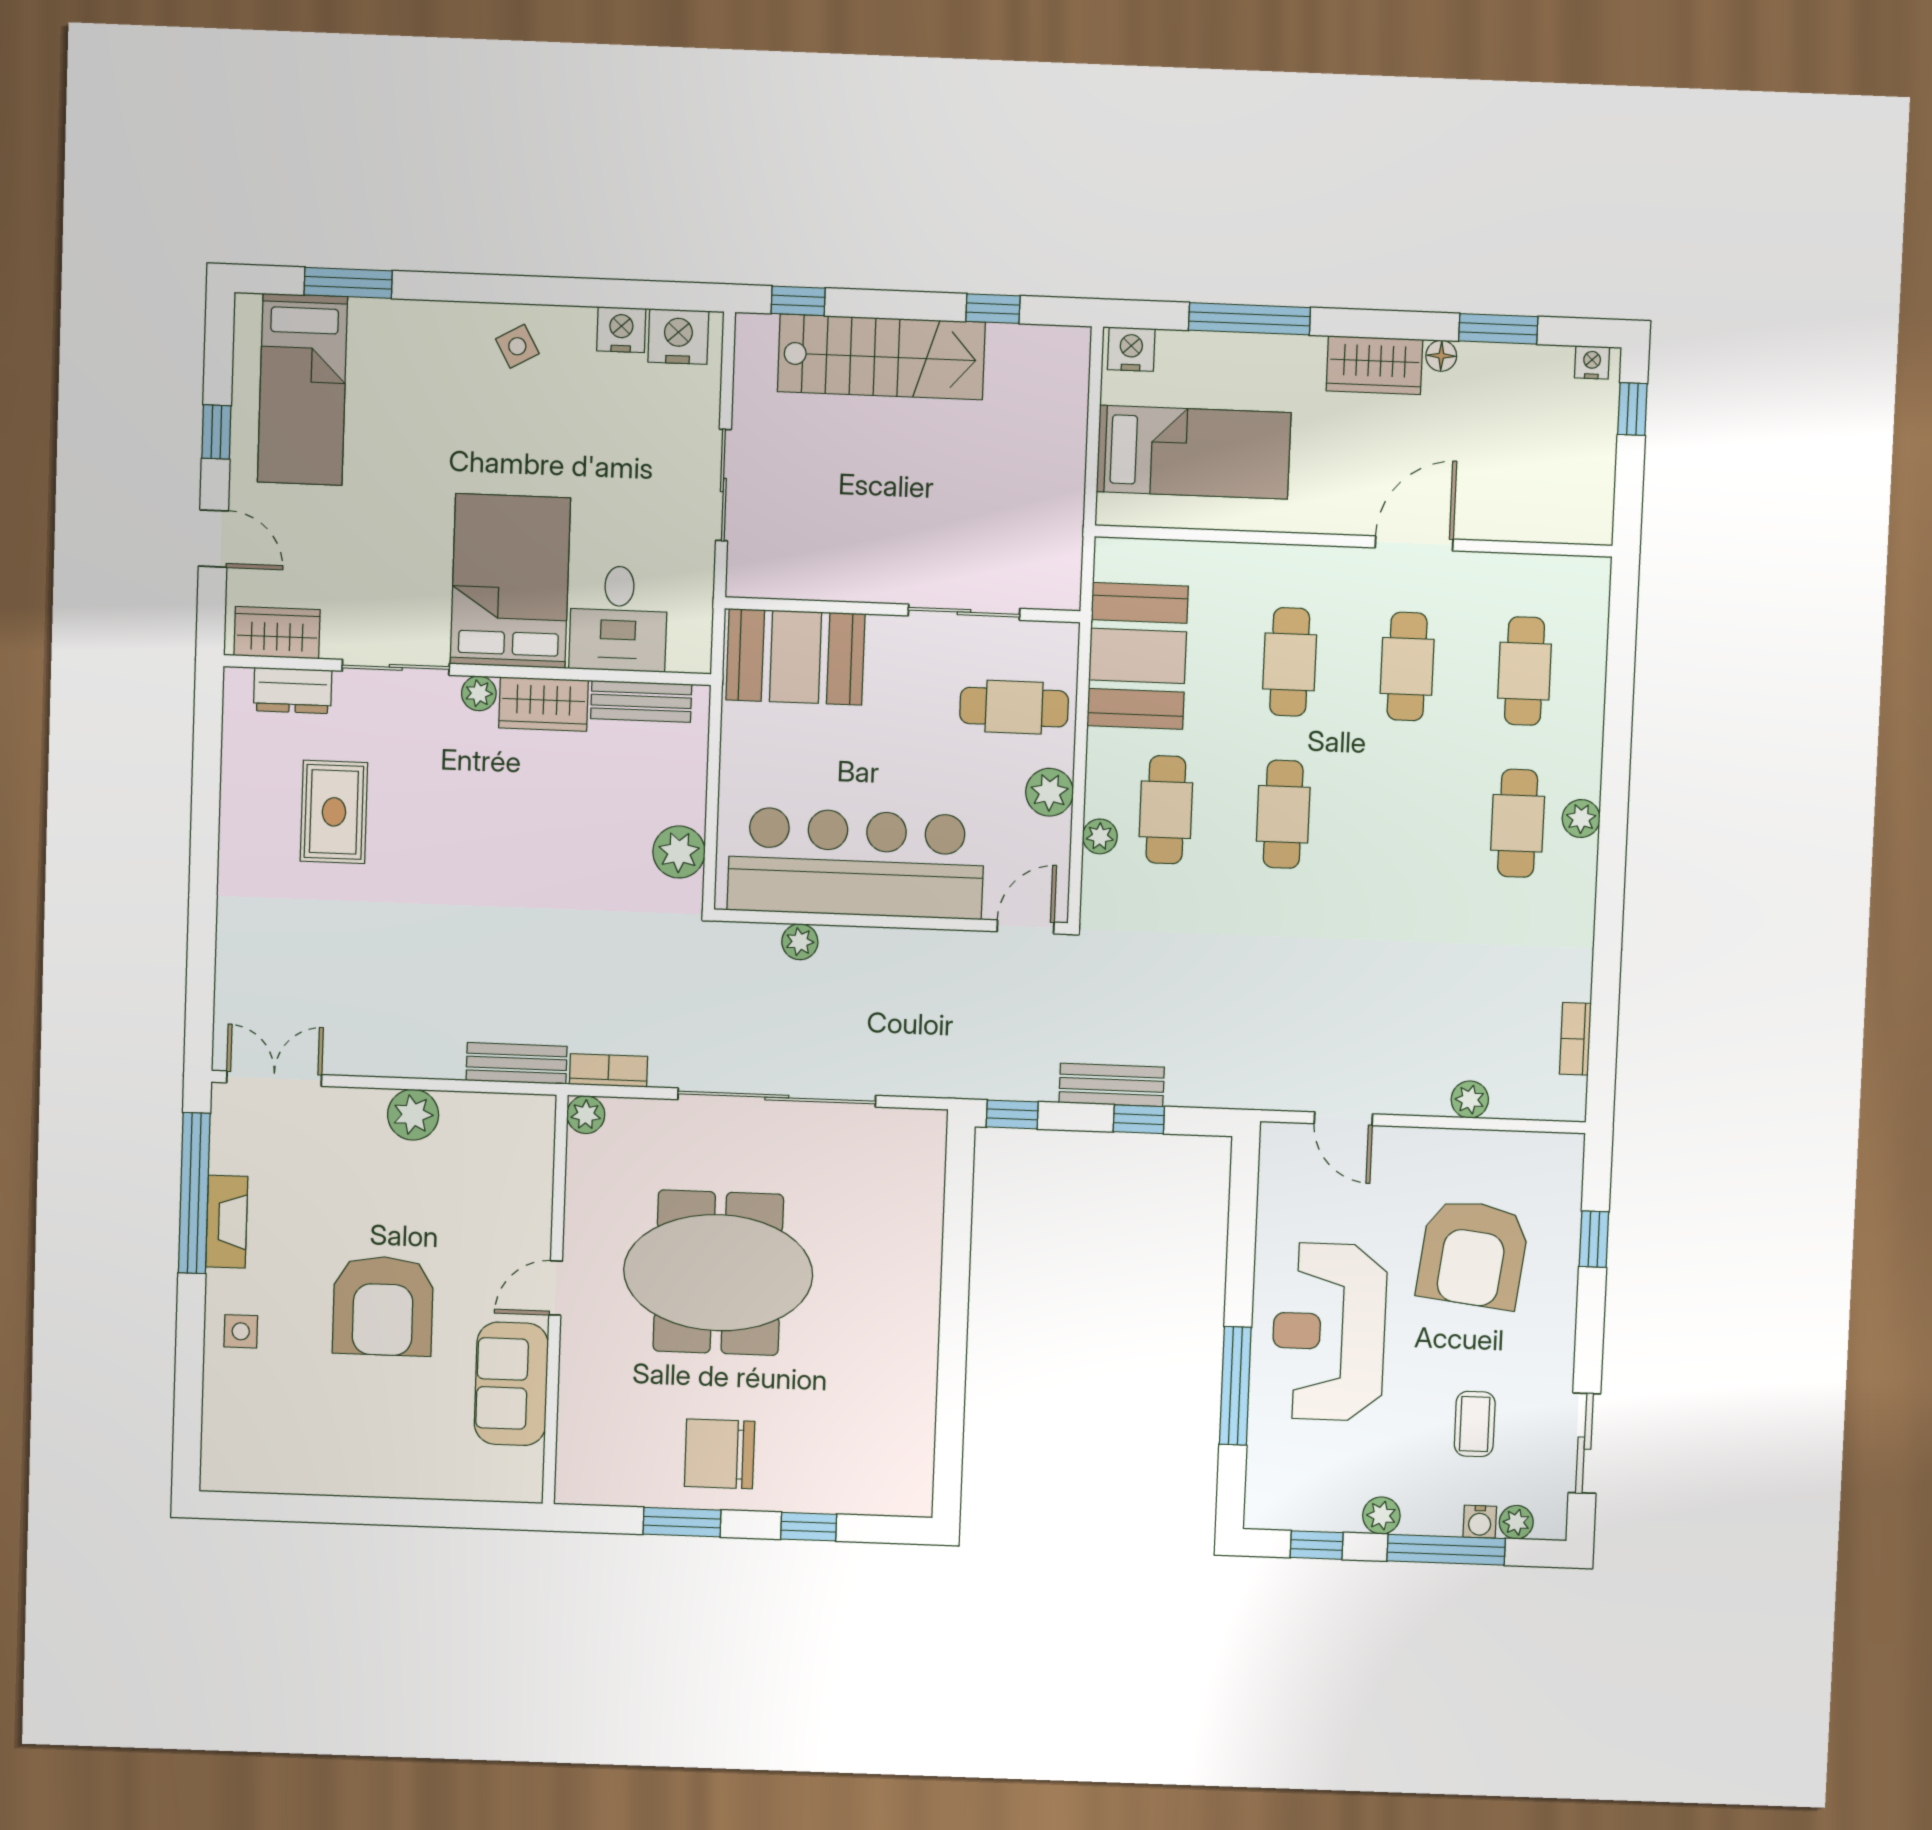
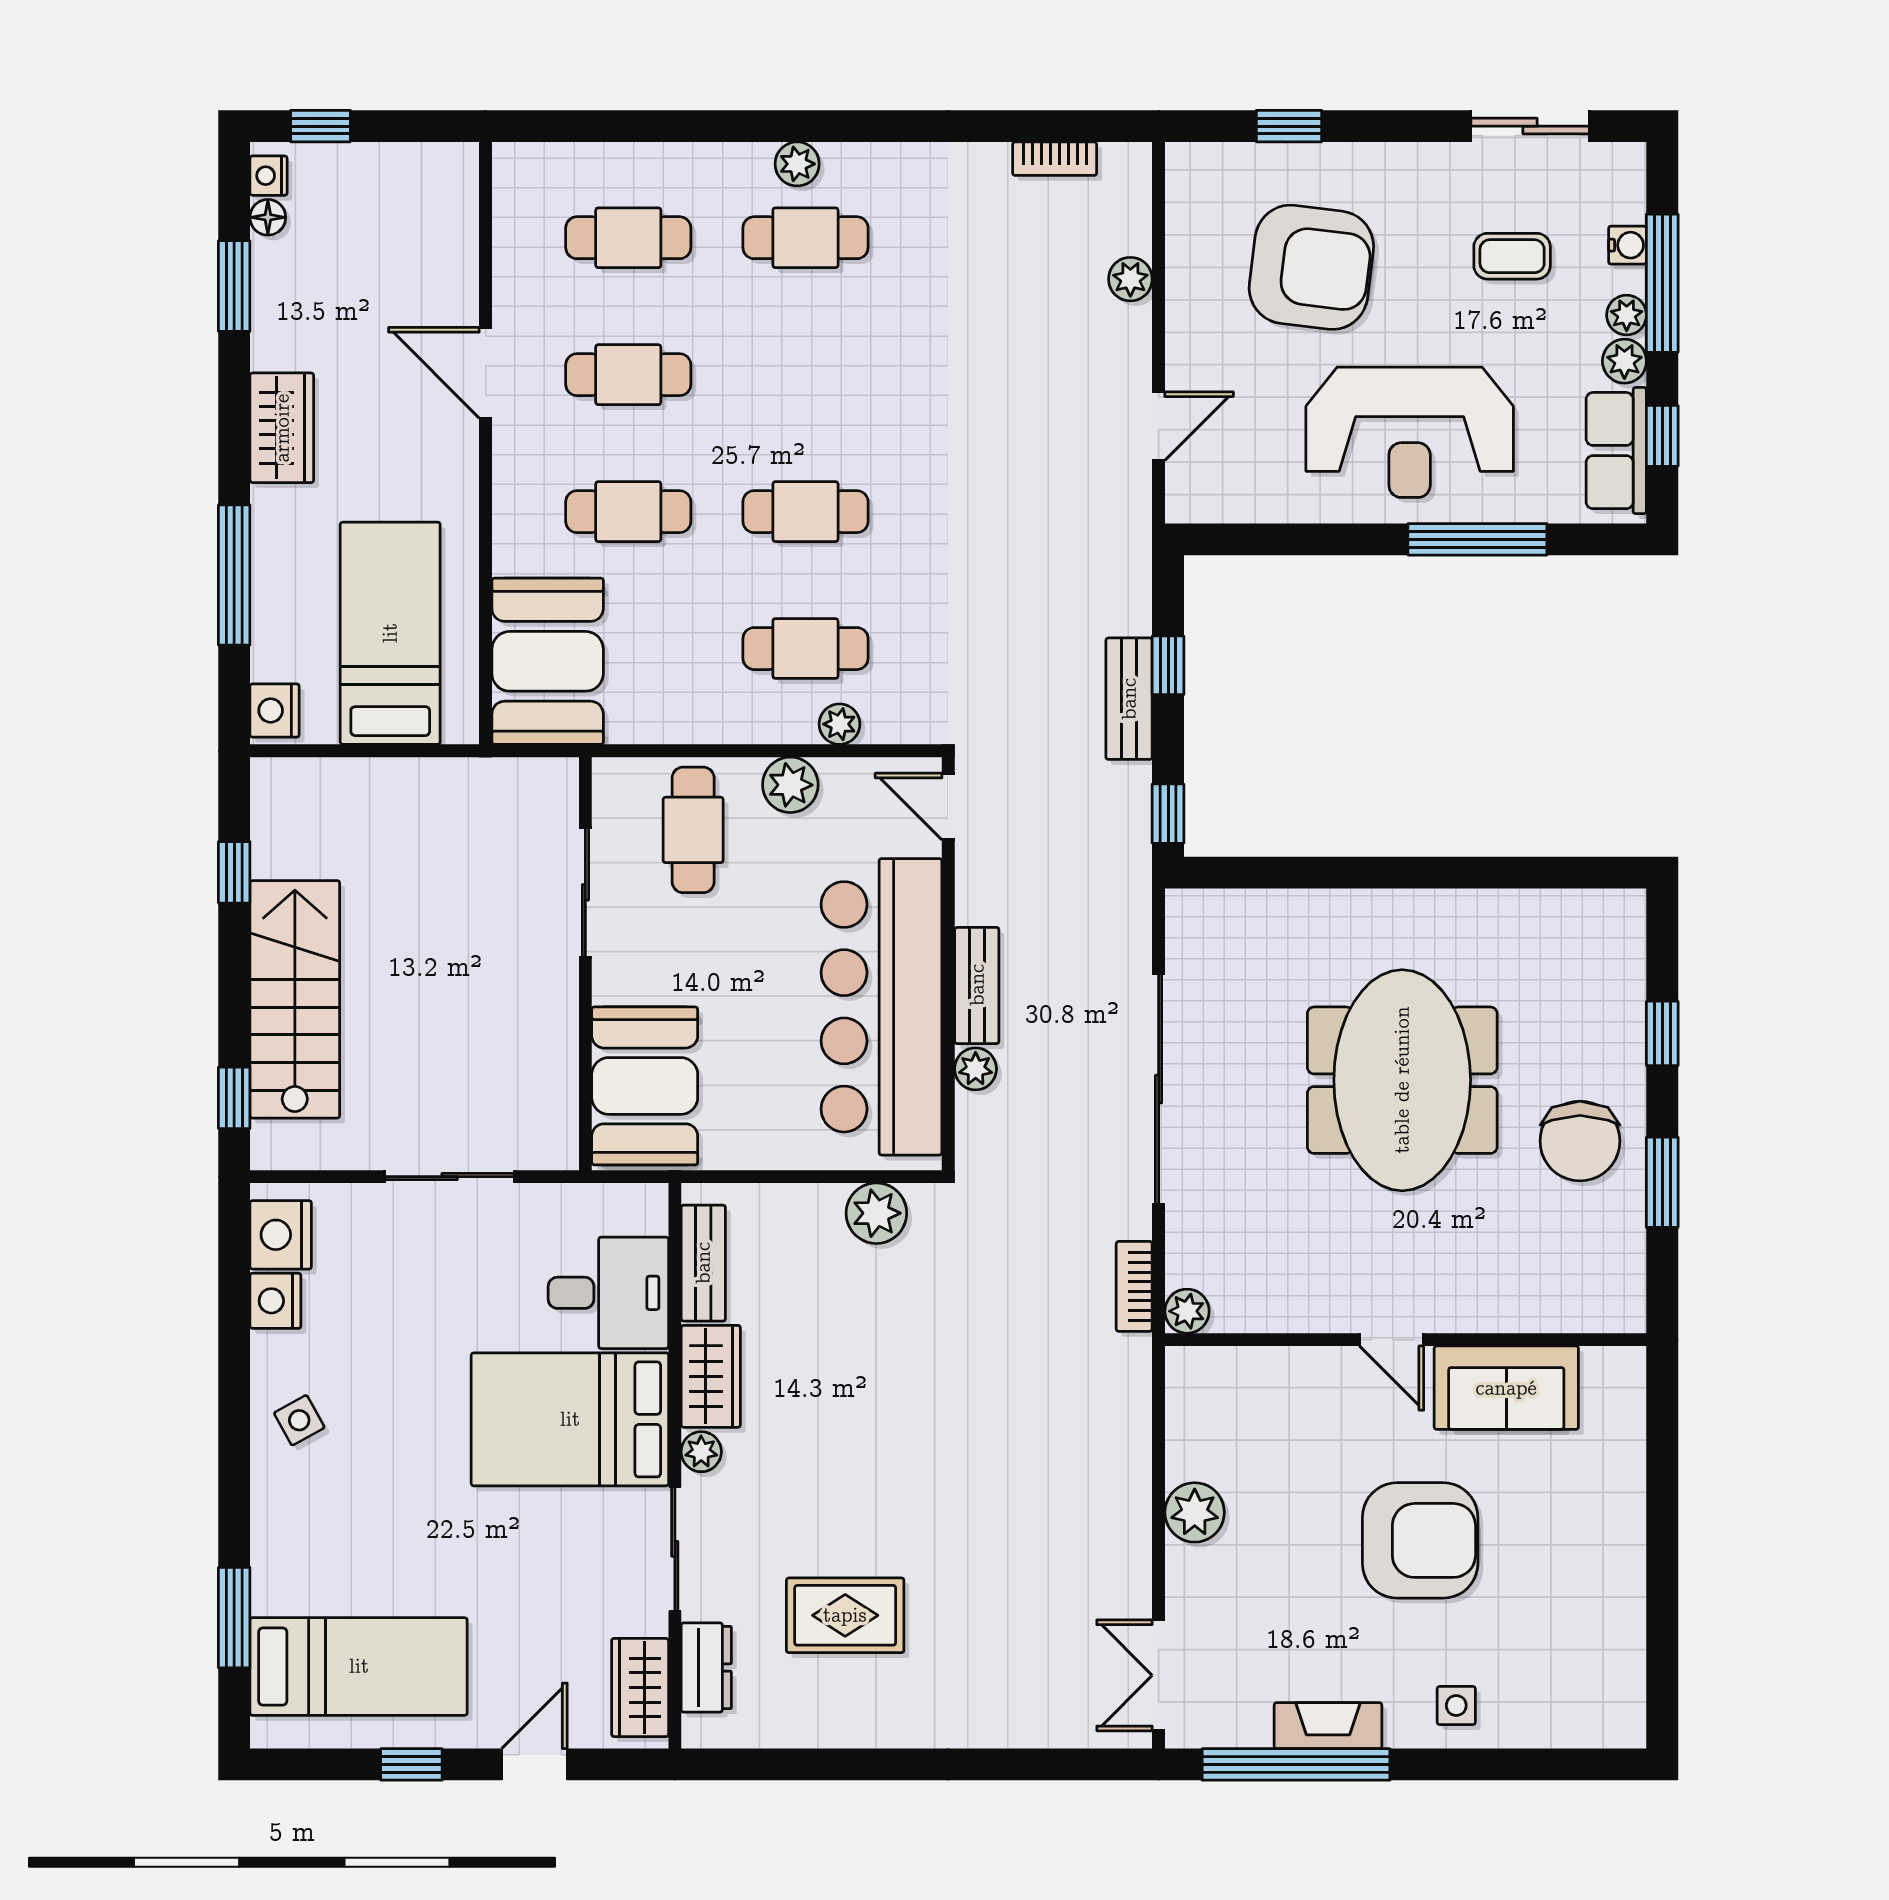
floor lamp: (1441, 356) -> (268, 217), moved
booth: (1138, 656) -> (548, 661), moved, turned 90
bench: (517, 1063) -> (977, 985), moved
meeting table: (718, 1273) -> (1402, 1080), moved
row of seats: (1306, 1506) -> (1616, 451), added
plant: (1516, 1522) -> (1627, 315), moved

